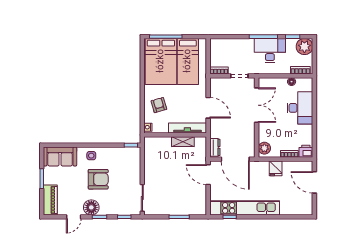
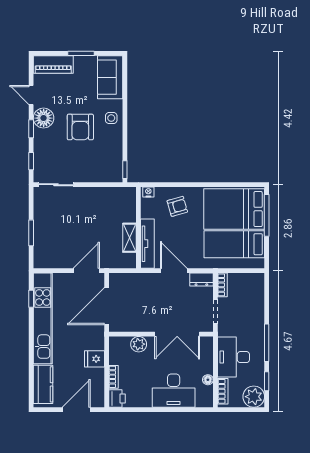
desk: (270, 51) -> (234, 357), moved, turned 180
door: (208, 108) -> (174, 271), swing flipped
dresser: (215, 147) -> (201, 280), moved
plant: (264, 148) -> (139, 344), moved
kitchen counter: (295, 208) -> (43, 384), added

